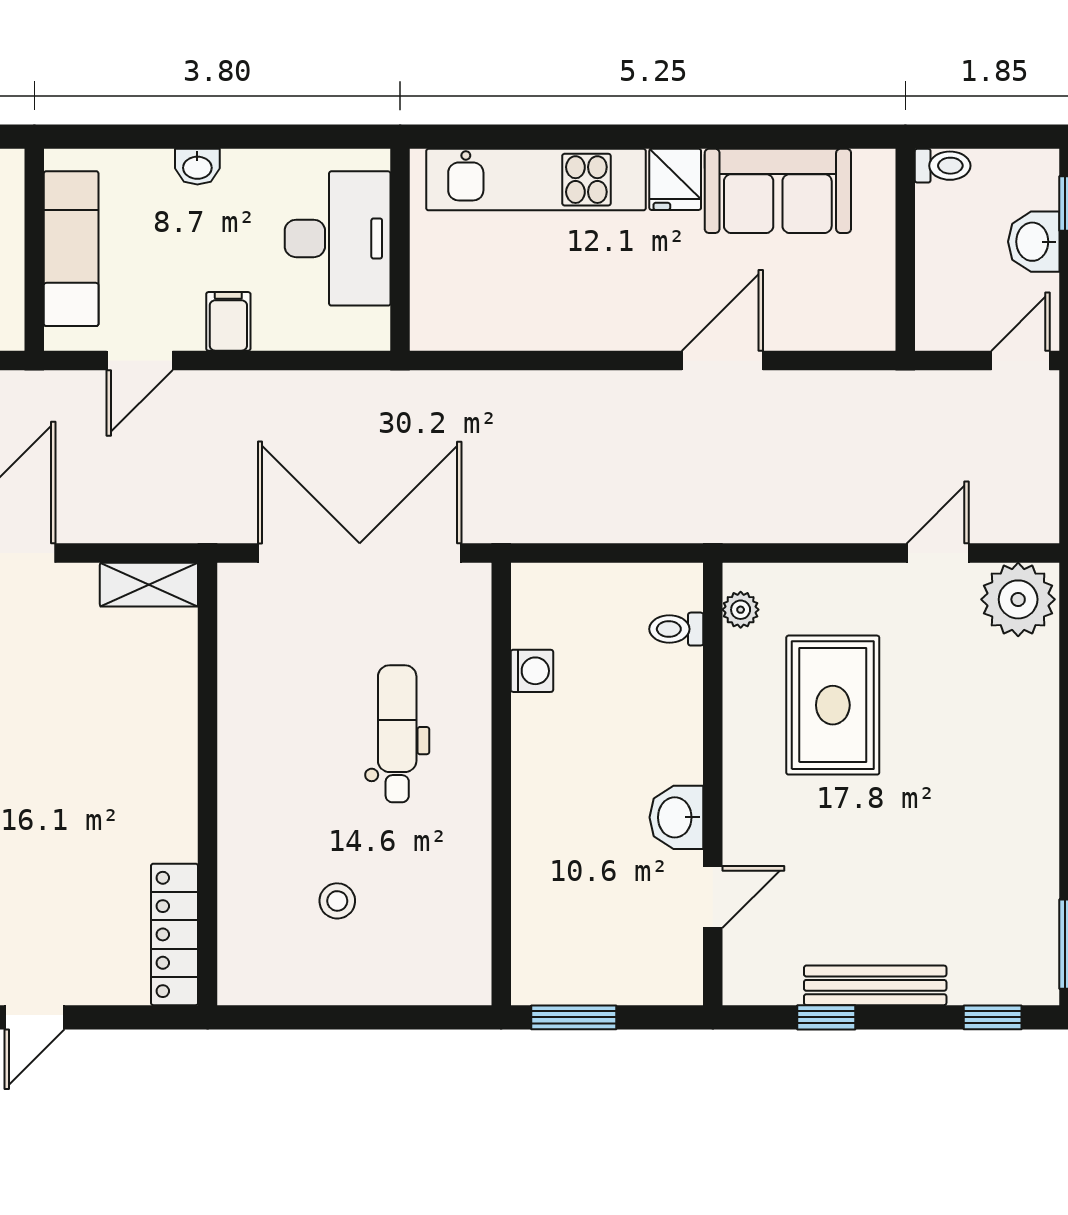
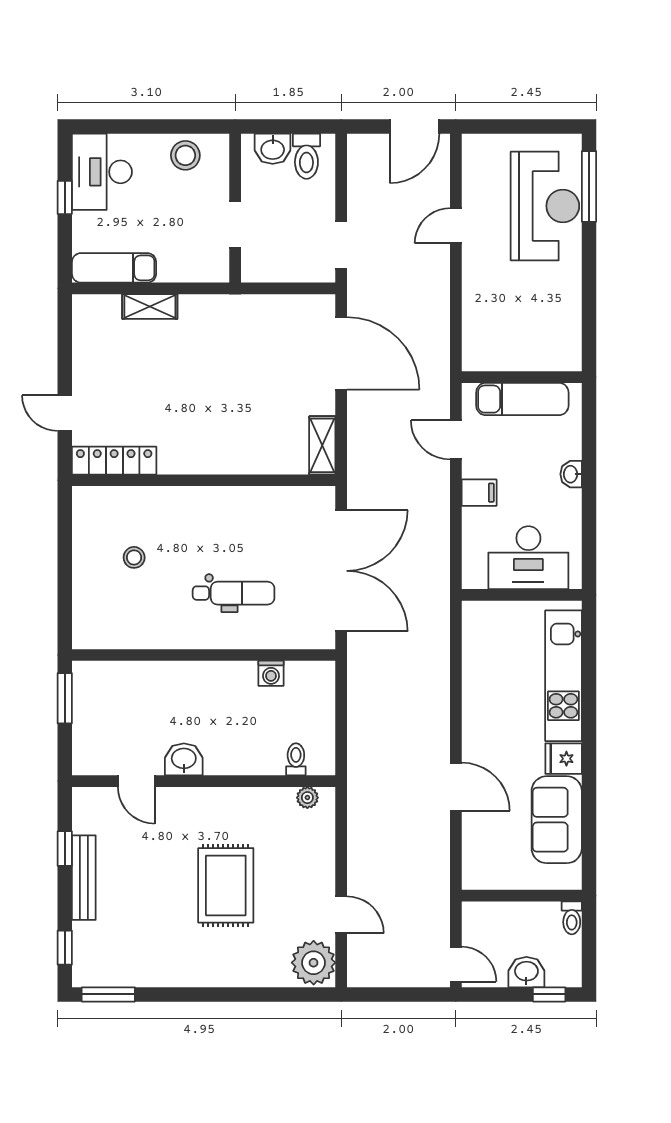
rug: (833, 705) -> (226, 885), moved, turned 90
door: (34, 1017) -> (65, 413), moved

